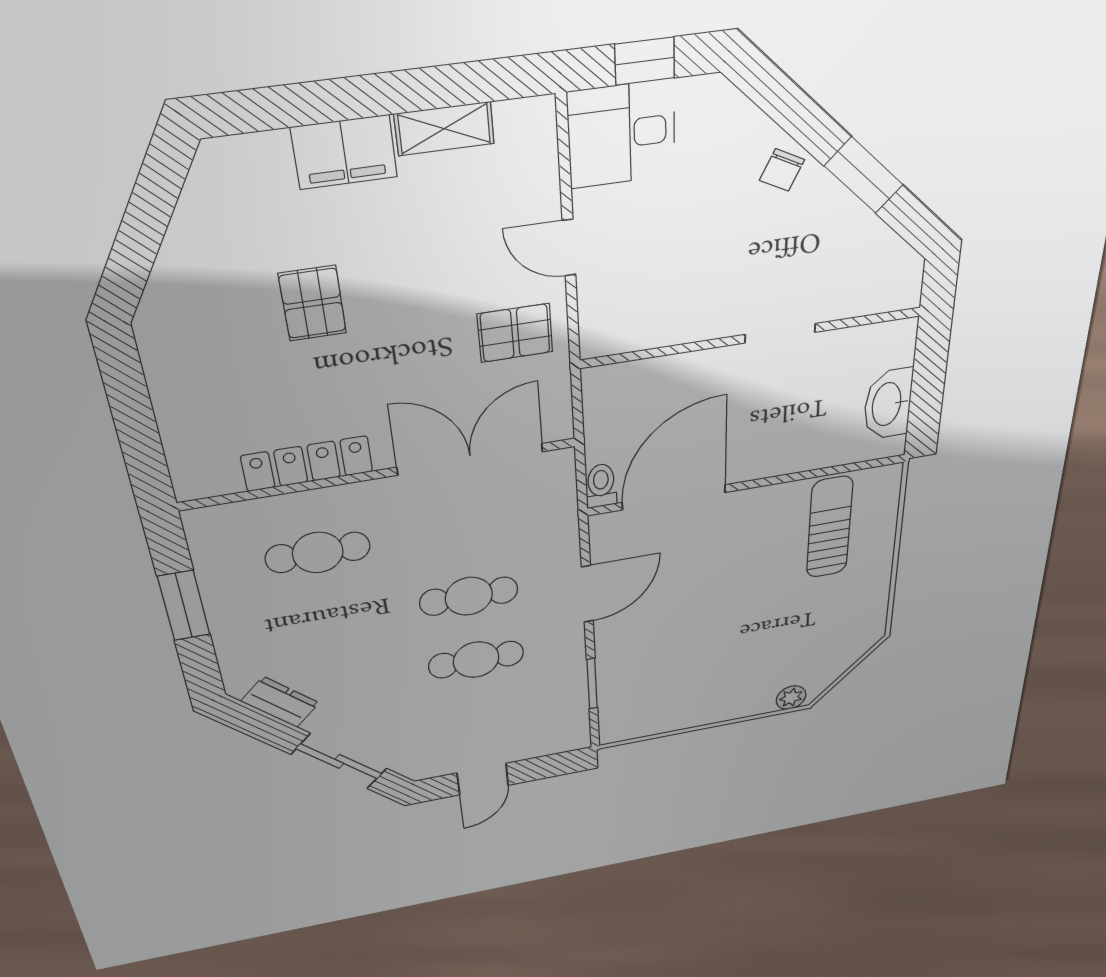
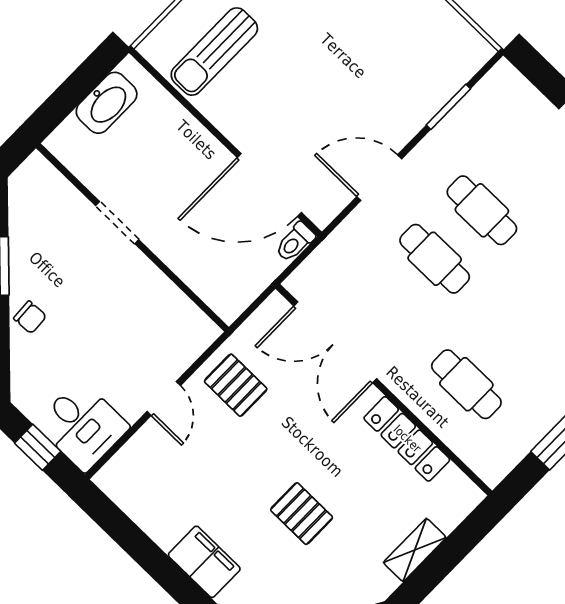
shelving: (444, 129) -> (415, 550), moved, turned 90
chair: (782, 170) -> (30, 317), turned 60
pallet: (313, 303) -> (302, 514), turned 90

